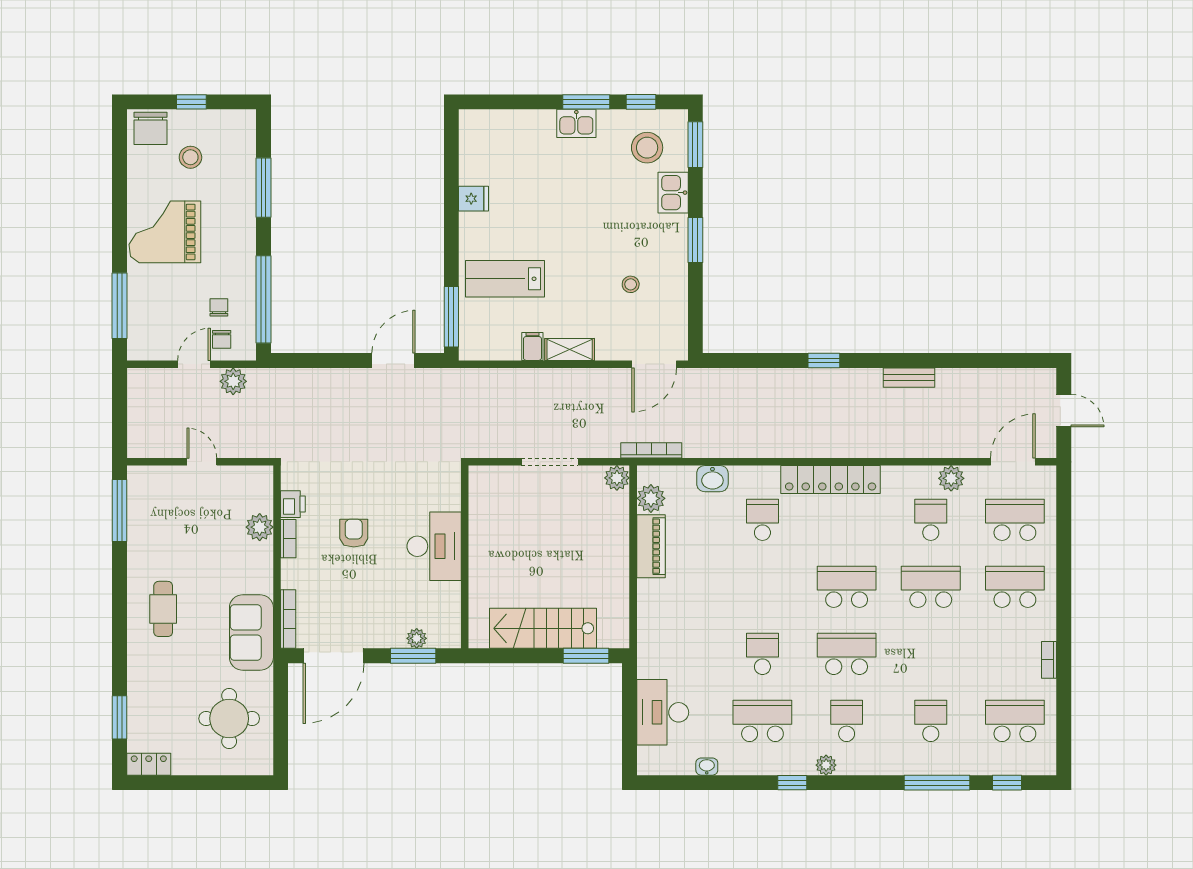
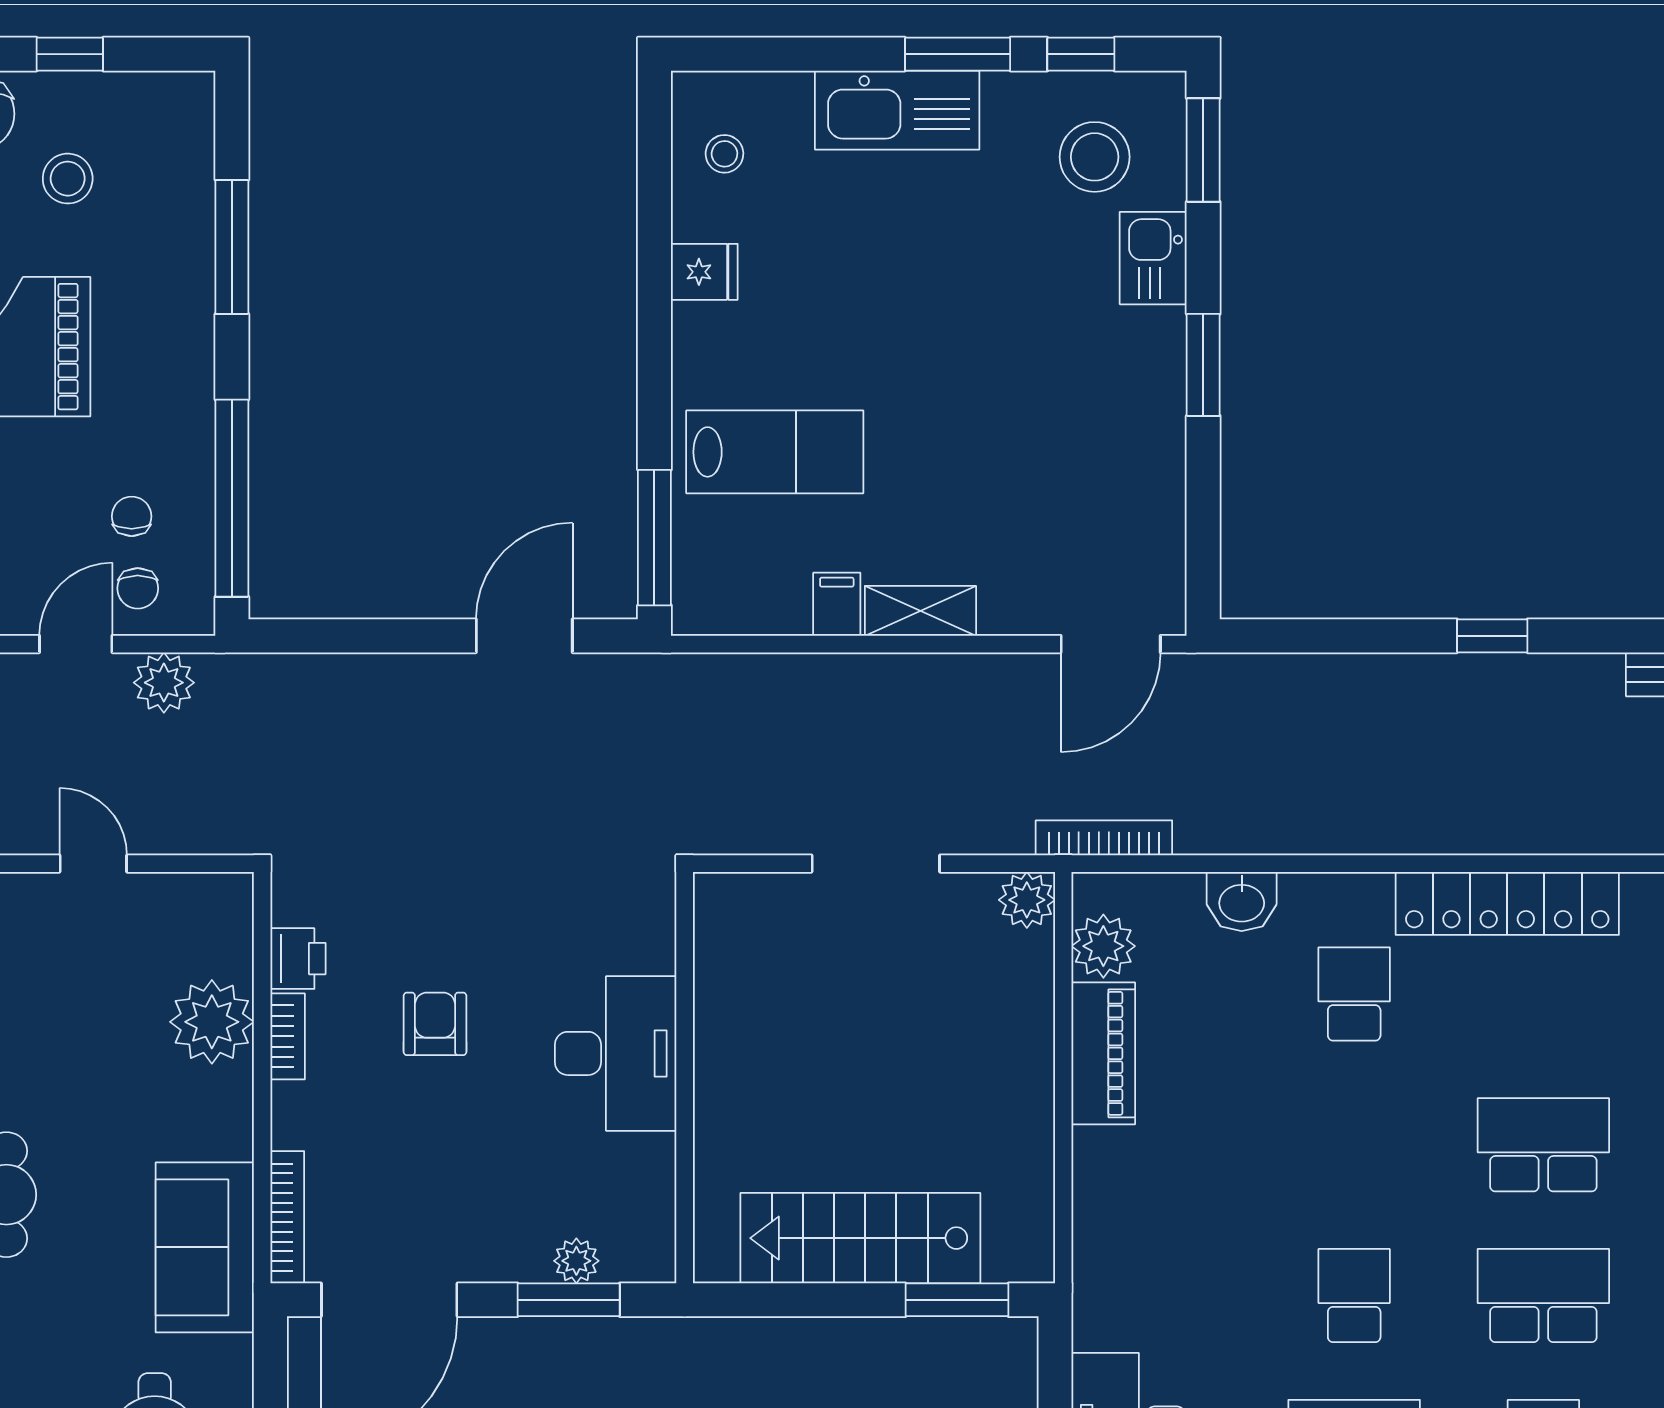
kitchen sink: (576, 123) -> (897, 110), width x1.88, depth x1.24
lab bench: (505, 279) -> (775, 452), turned 180
stool: (631, 284) -> (724, 154), moved
plant: (260, 527) -> (212, 1022), width x1.36, depth x1.36

